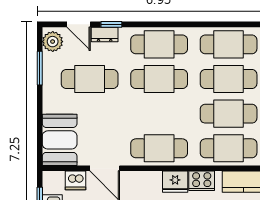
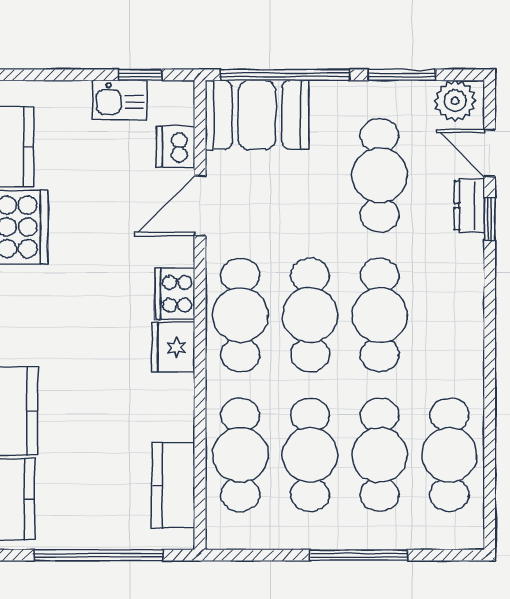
door: (79, 24) -> (490, 153), hinge flipped
cafe table: (159, 44) -> (310, 315), moved
window: (40, 126) -> (285, 75), added
cooker: (202, 181) -> (175, 294), moved

